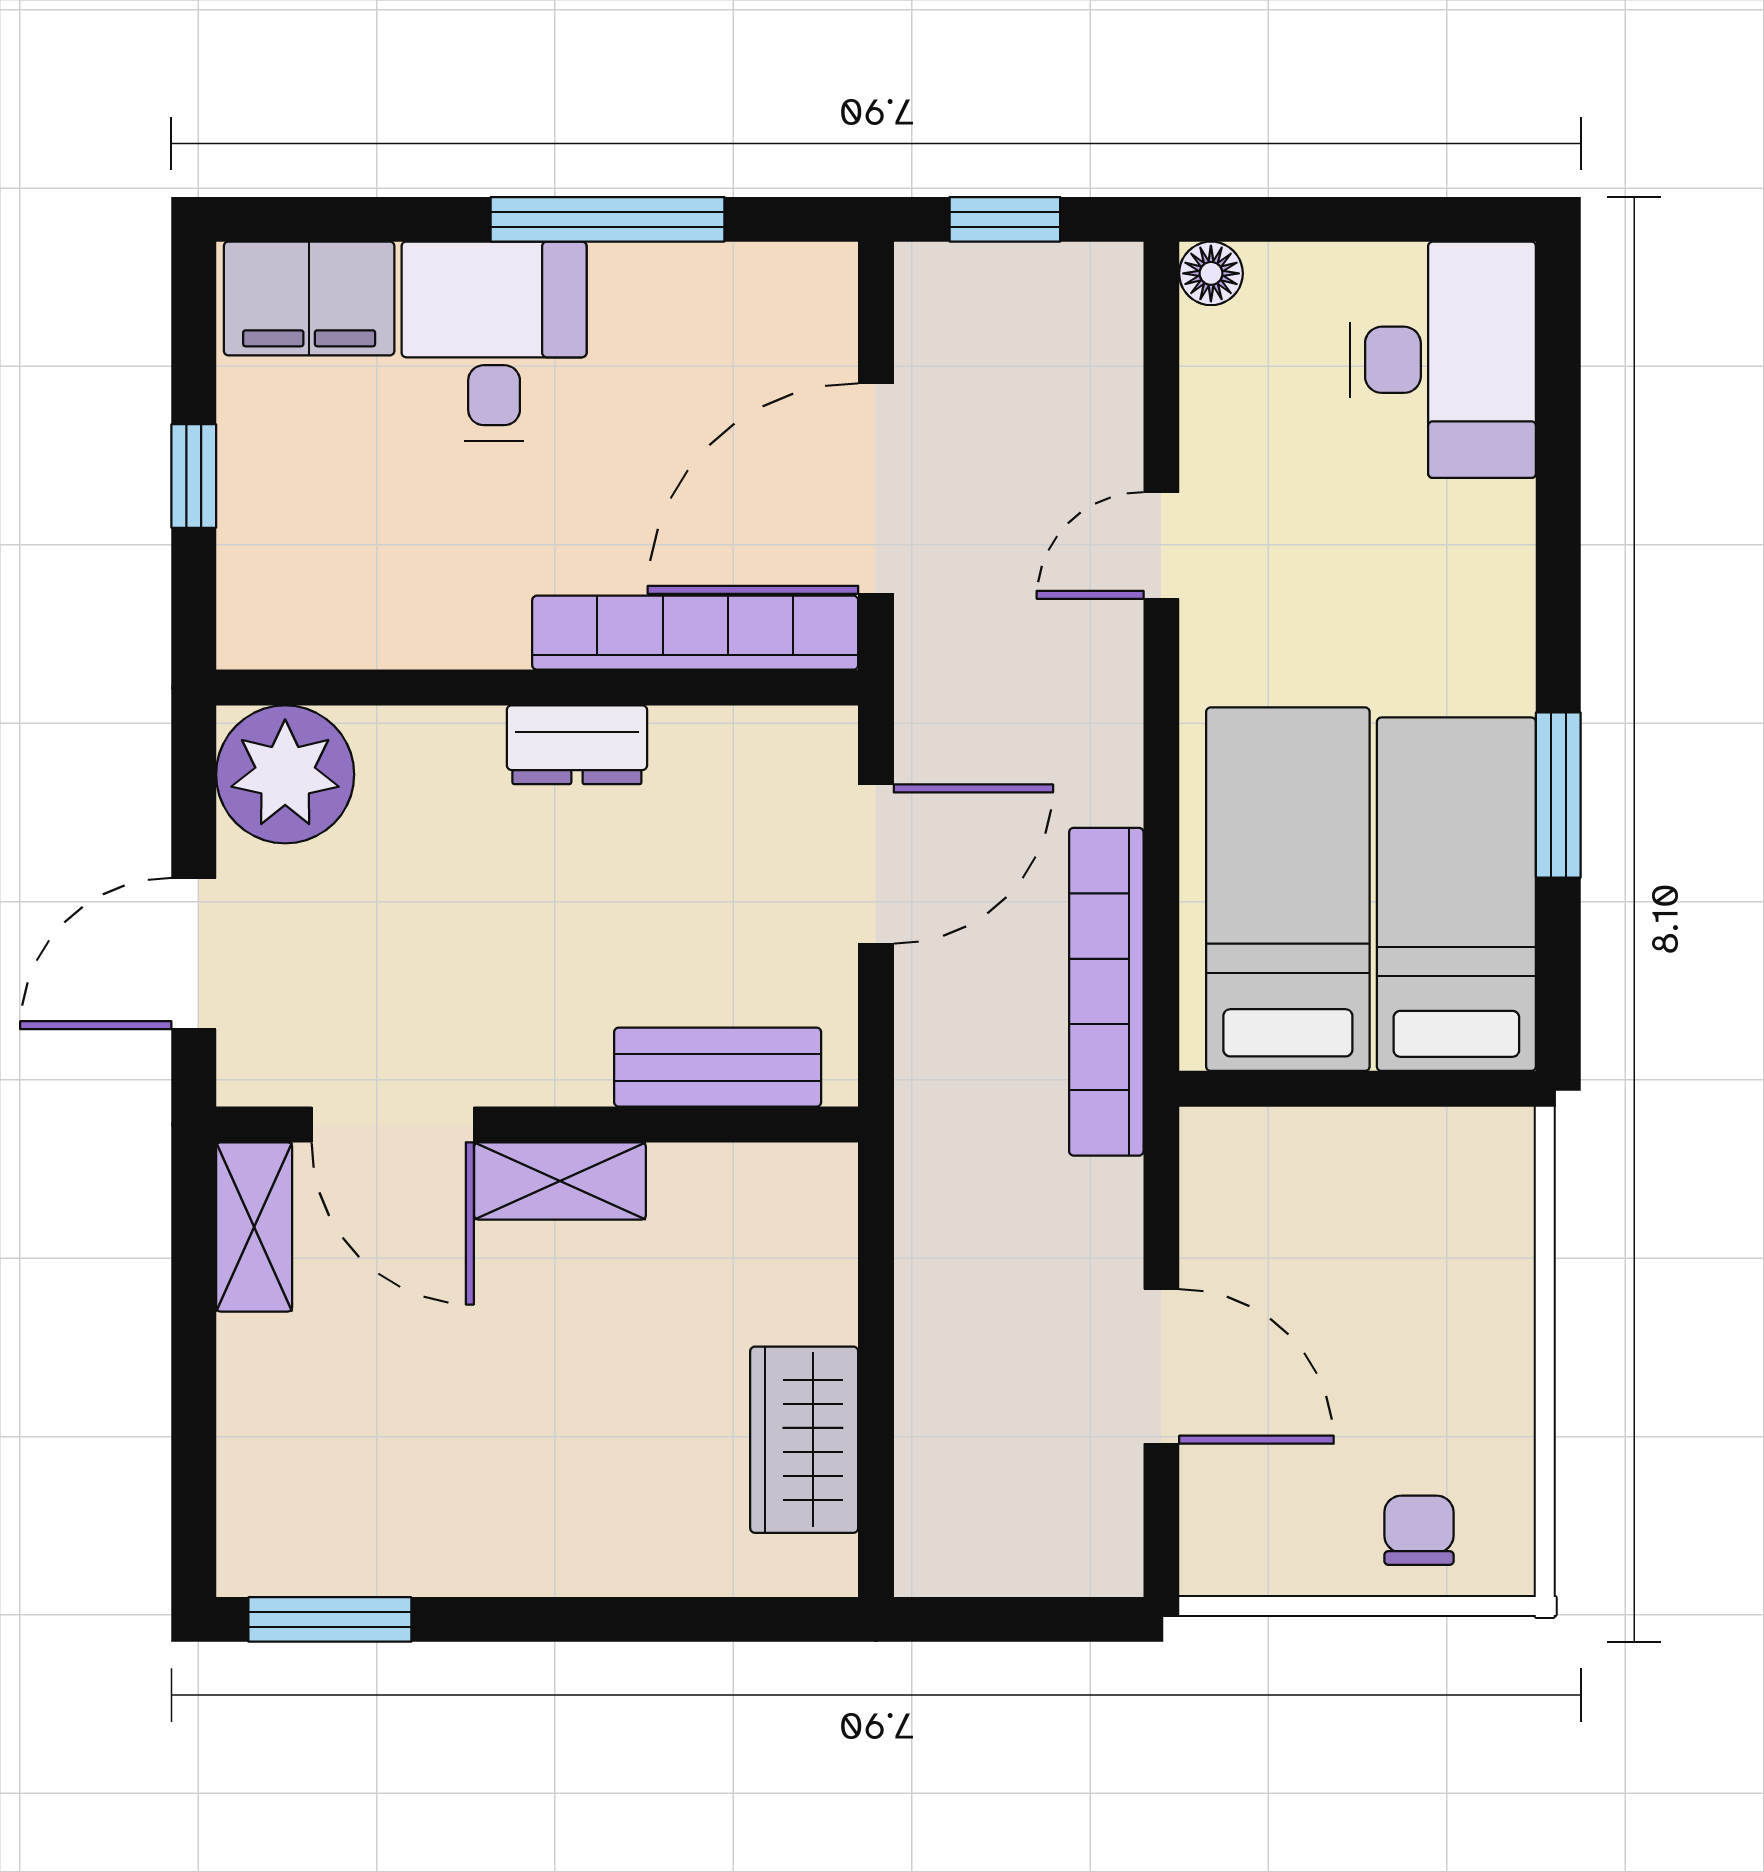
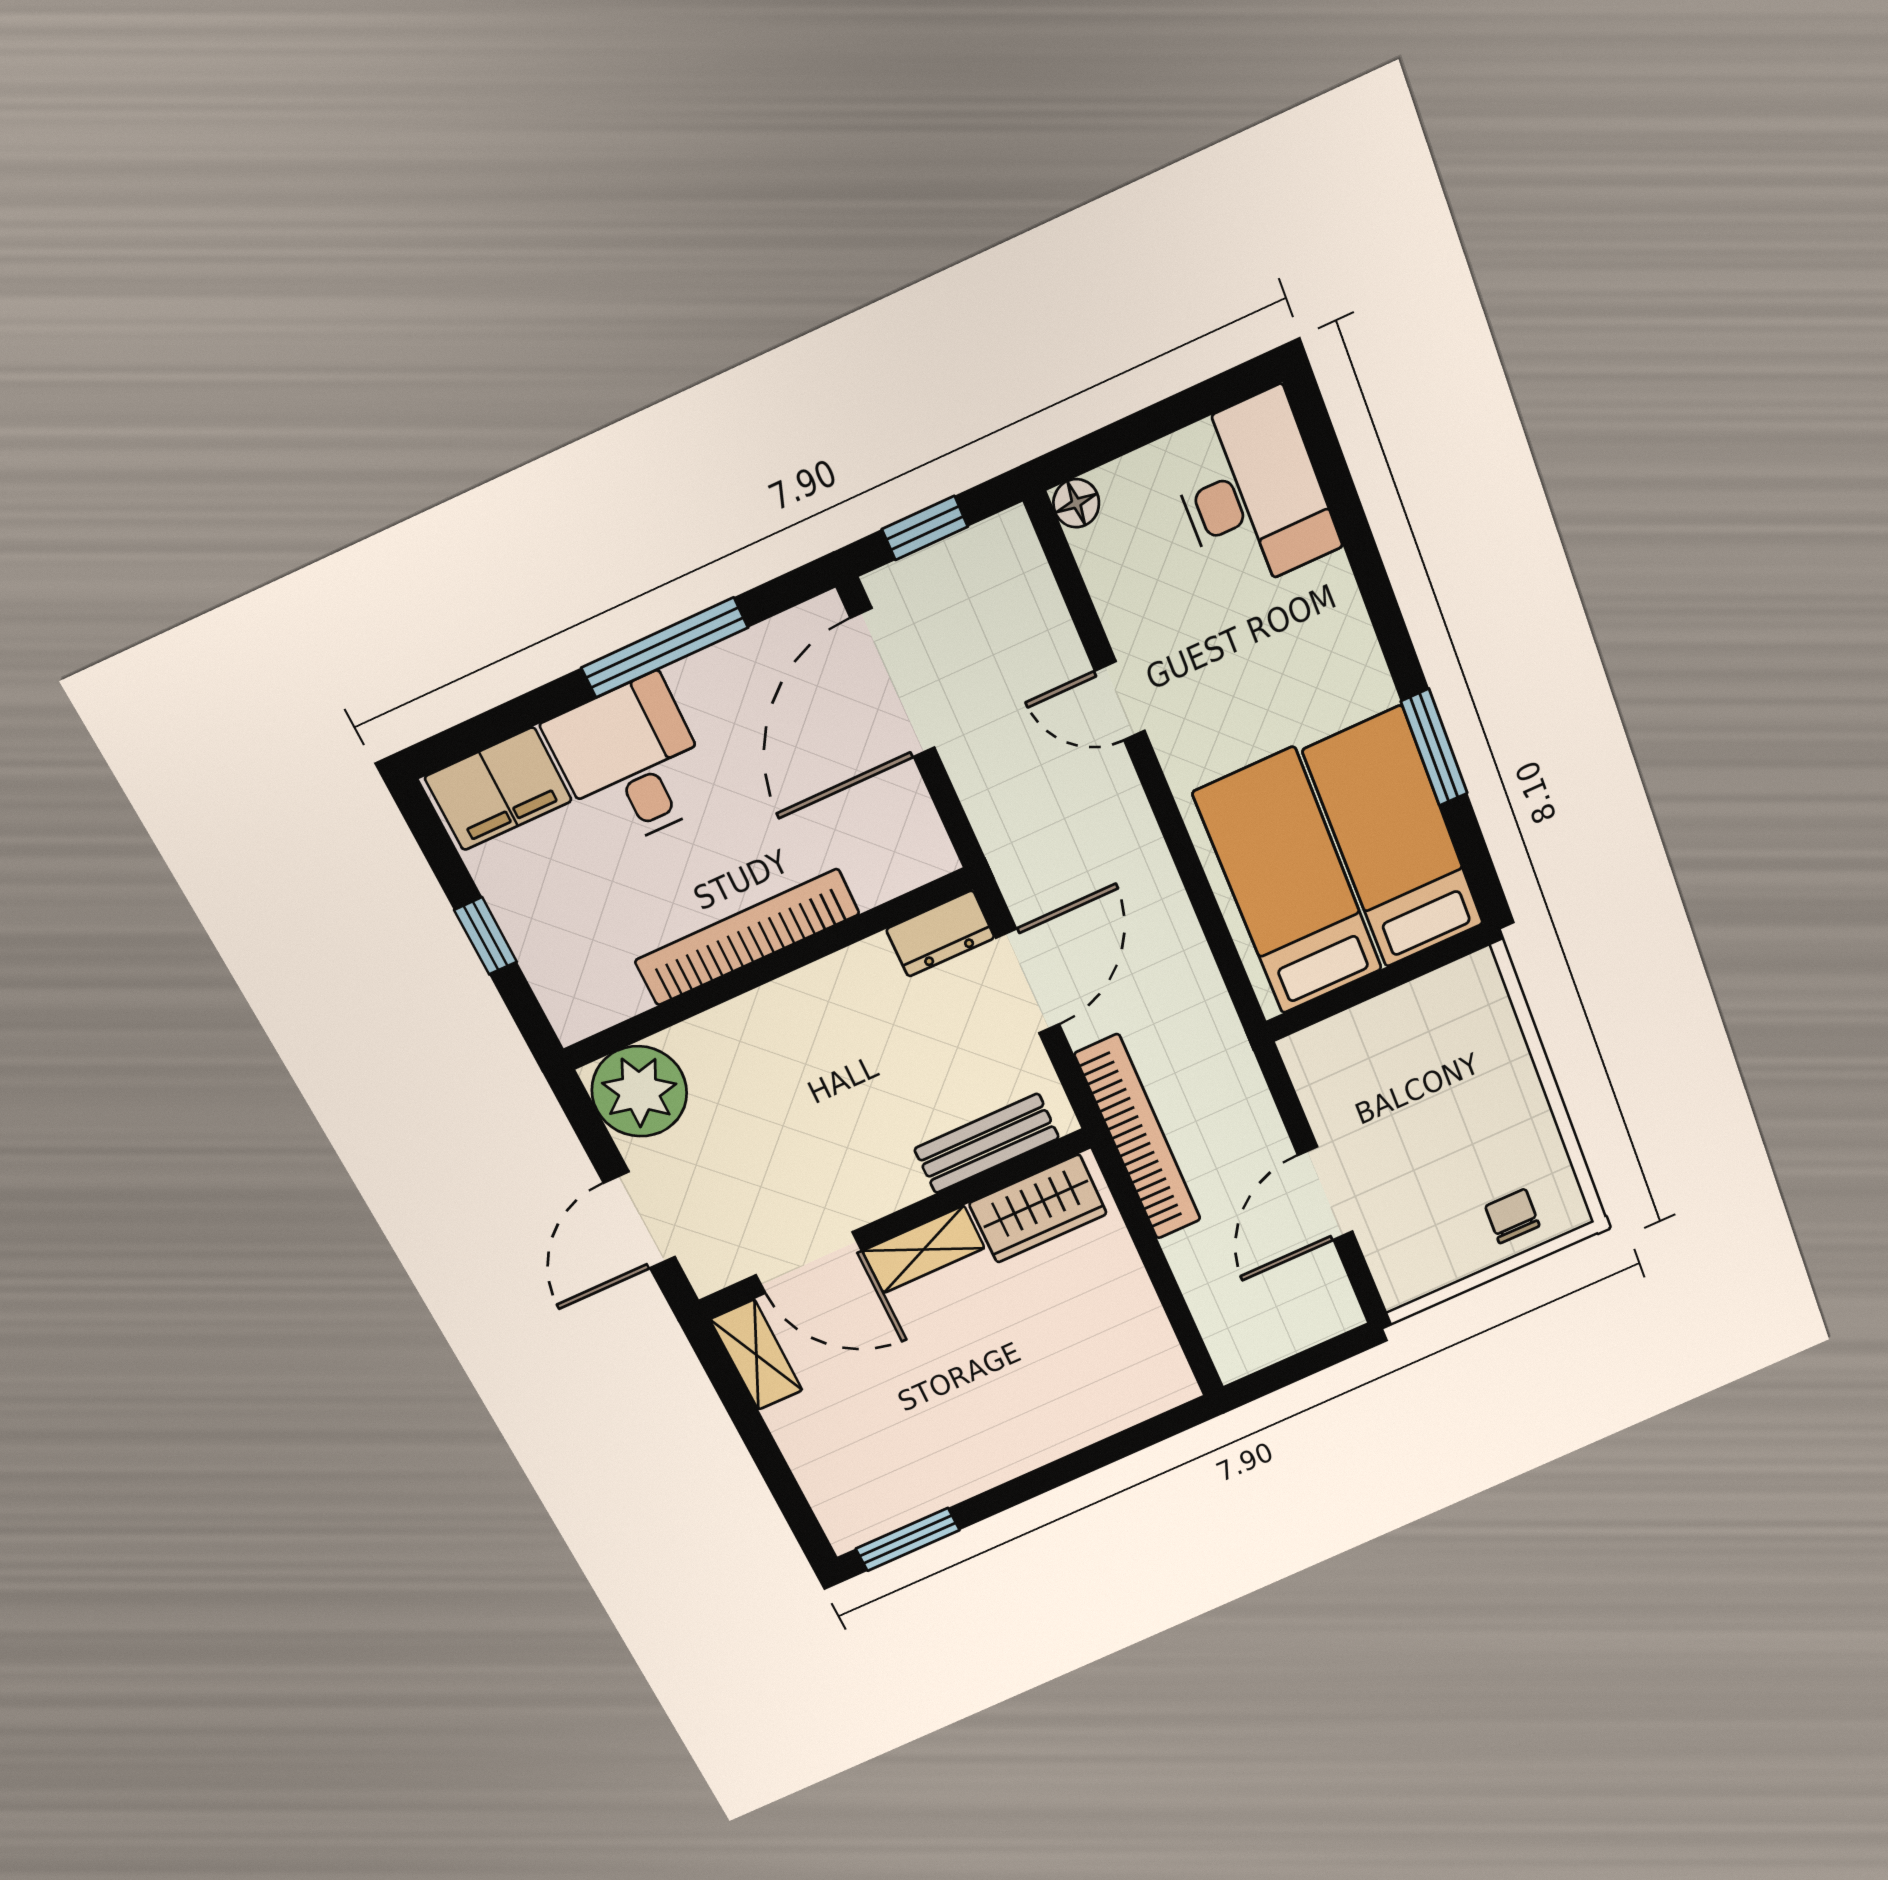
door: (876, 489) -> (893, 683), moved
door: (1161, 545) -> (1120, 701), hinge flipped
bookcase: (695, 633) -> (747, 937), moved
dresser: (577, 745) -> (940, 934), moved
bookcase: (1106, 992) -> (1138, 1138), moved, turned 180
door: (1161, 1366) -> (1325, 1193), swing flipped
wardrobe: (804, 1440) -> (1038, 1209), moved, turned -90

